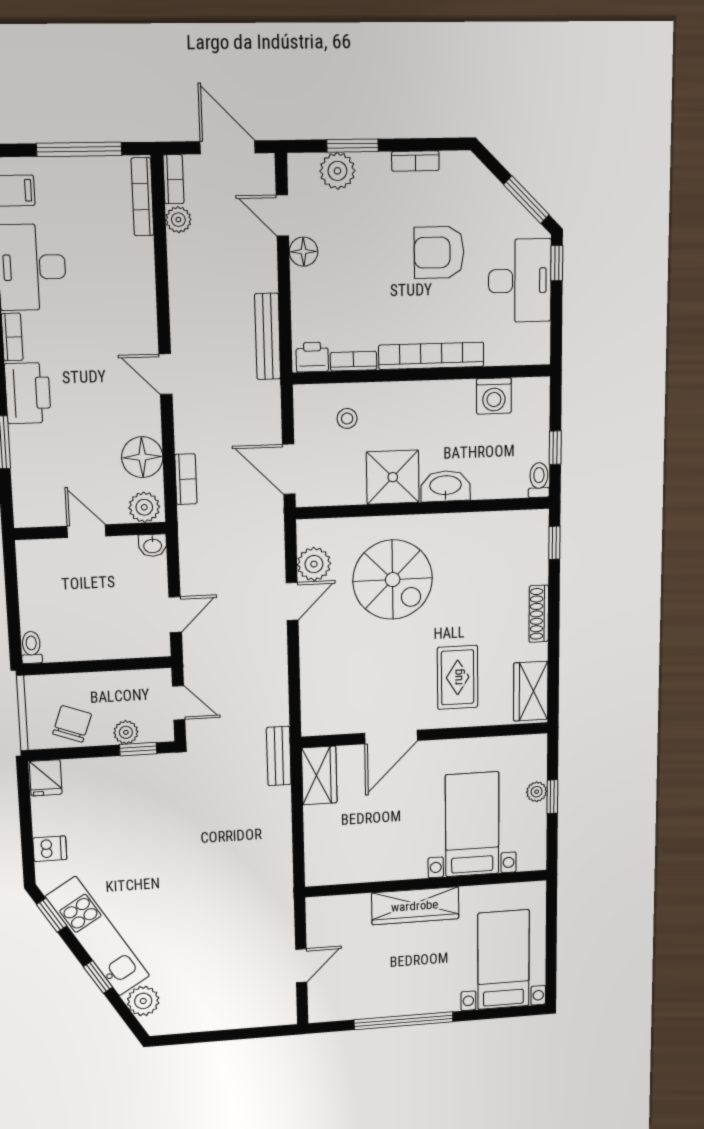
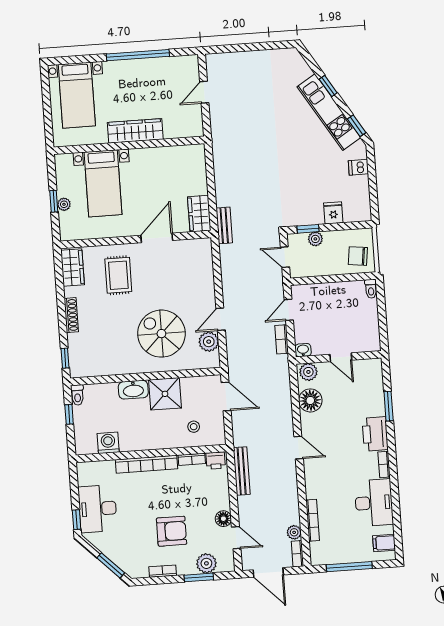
bookcase: (142, 197) -> (313, 520), moved
window: (526, 200) -> (111, 565), moved
armchair: (439, 252) -> (172, 531), moved
bookcase: (186, 479) -> (282, 339), moved
chair: (72, 724) -> (358, 256), moved, turned 77
fridge: (46, 778) -> (333, 213), moved
plant: (143, 1001) -> (300, 70), removed

